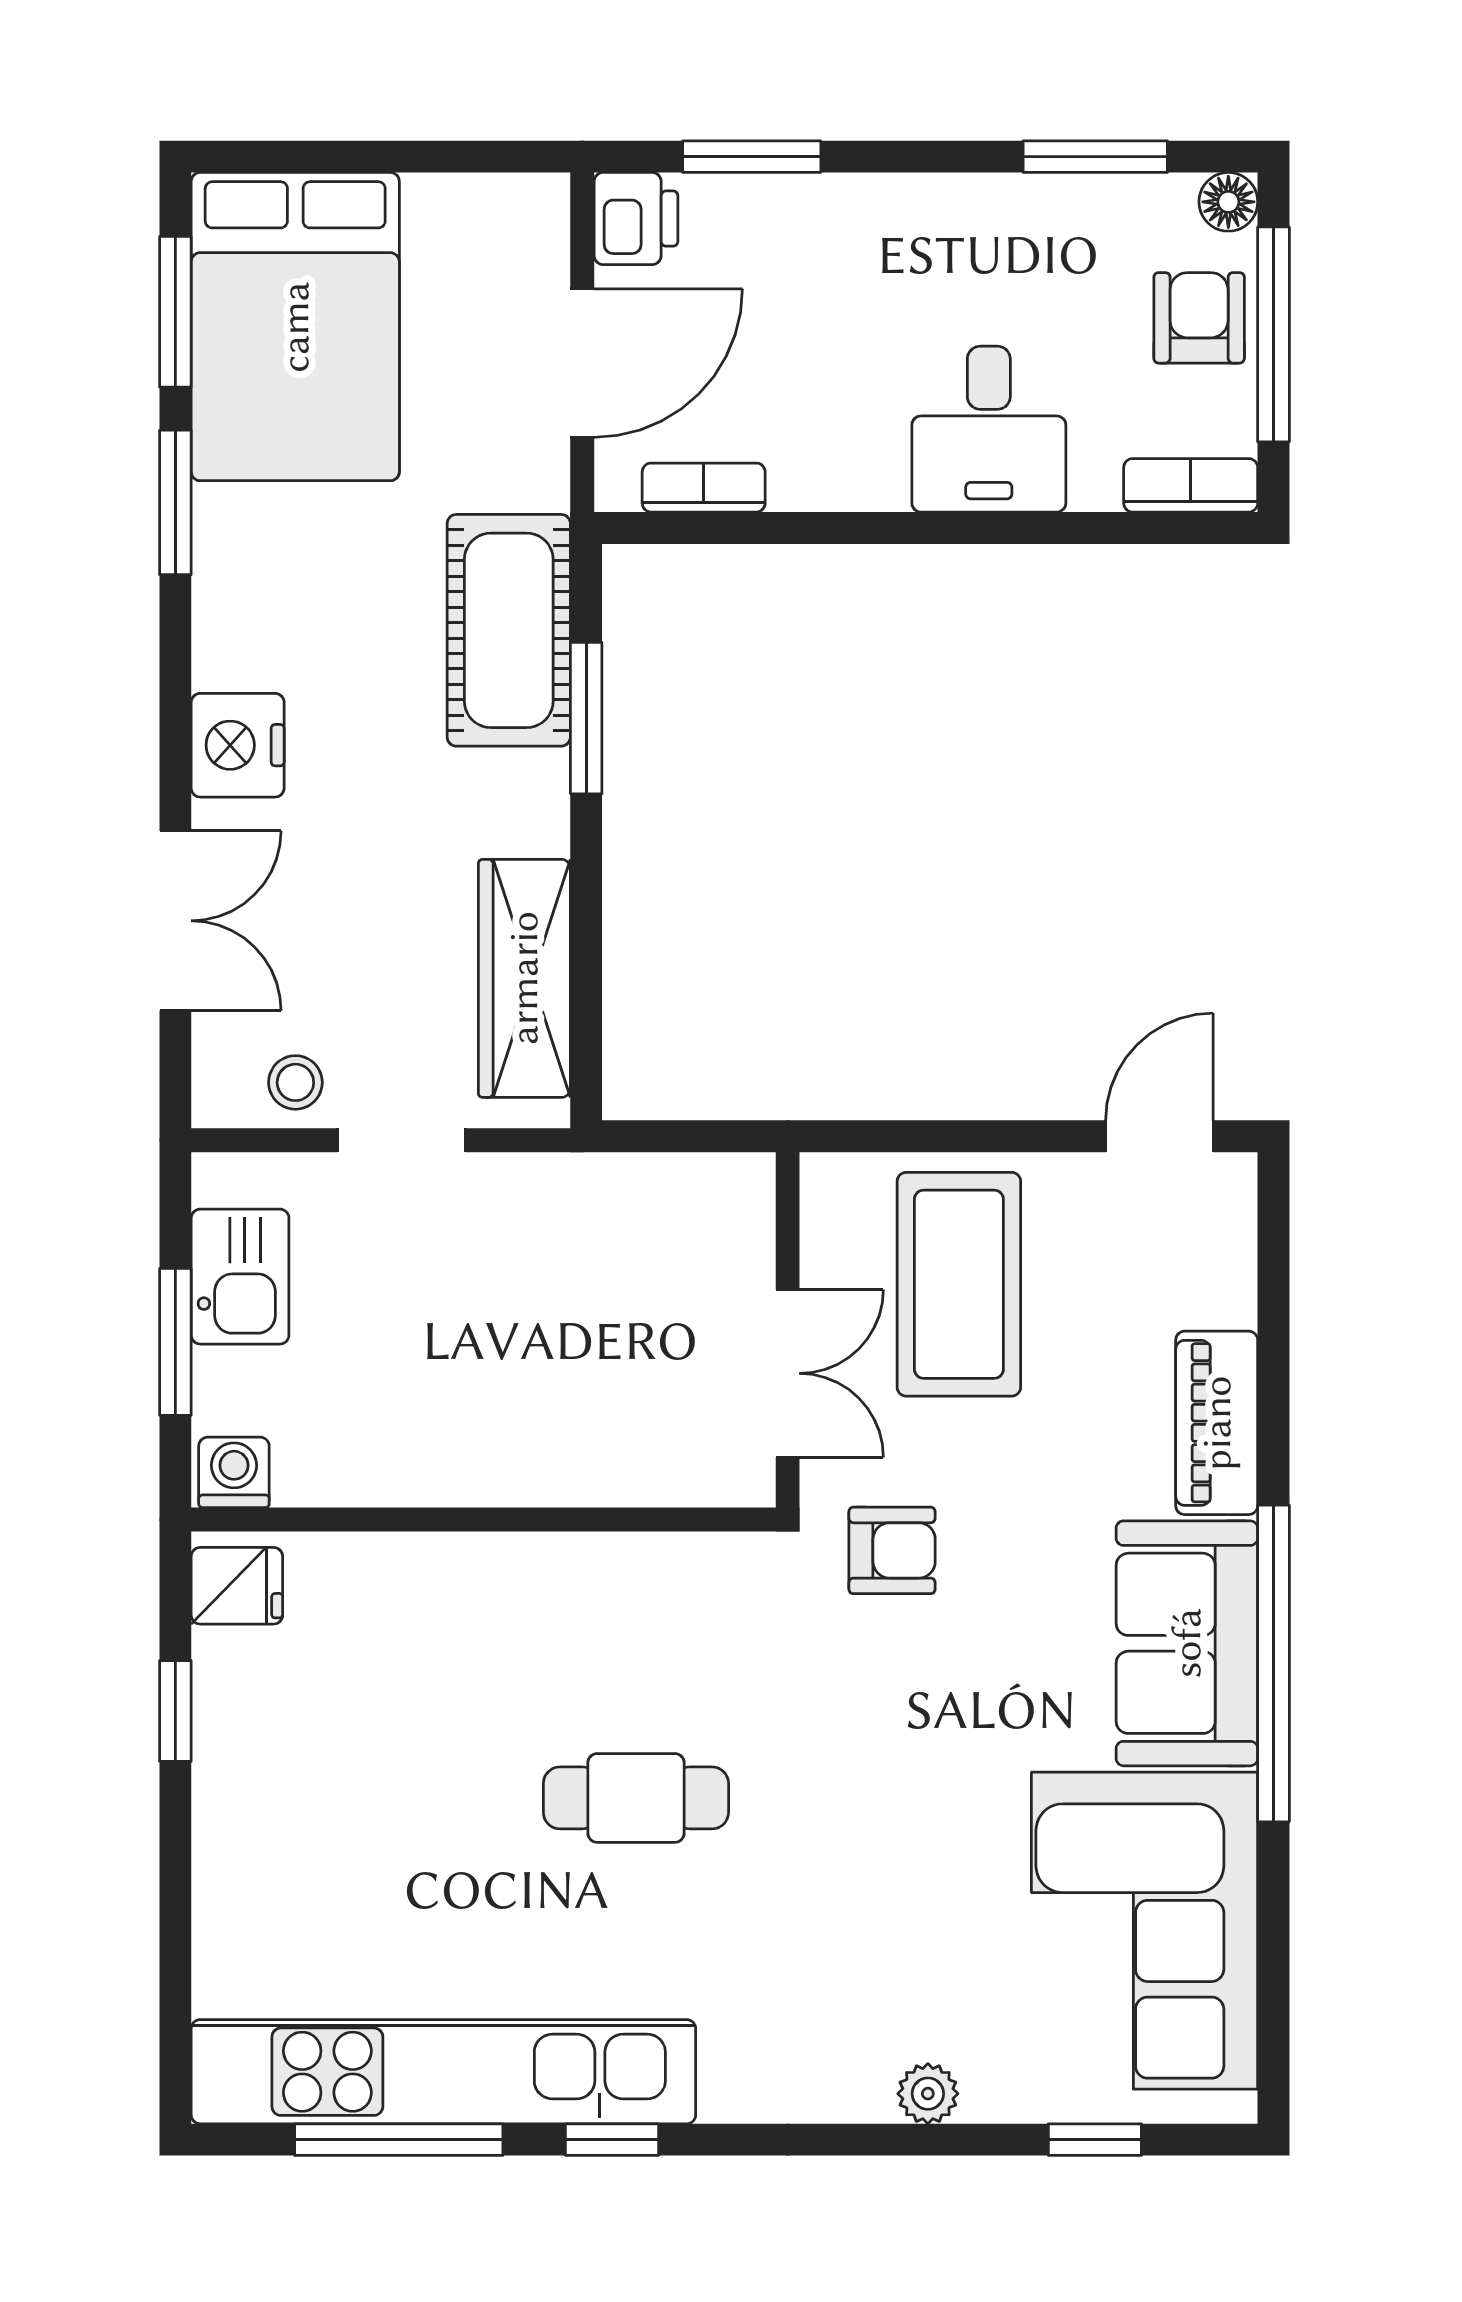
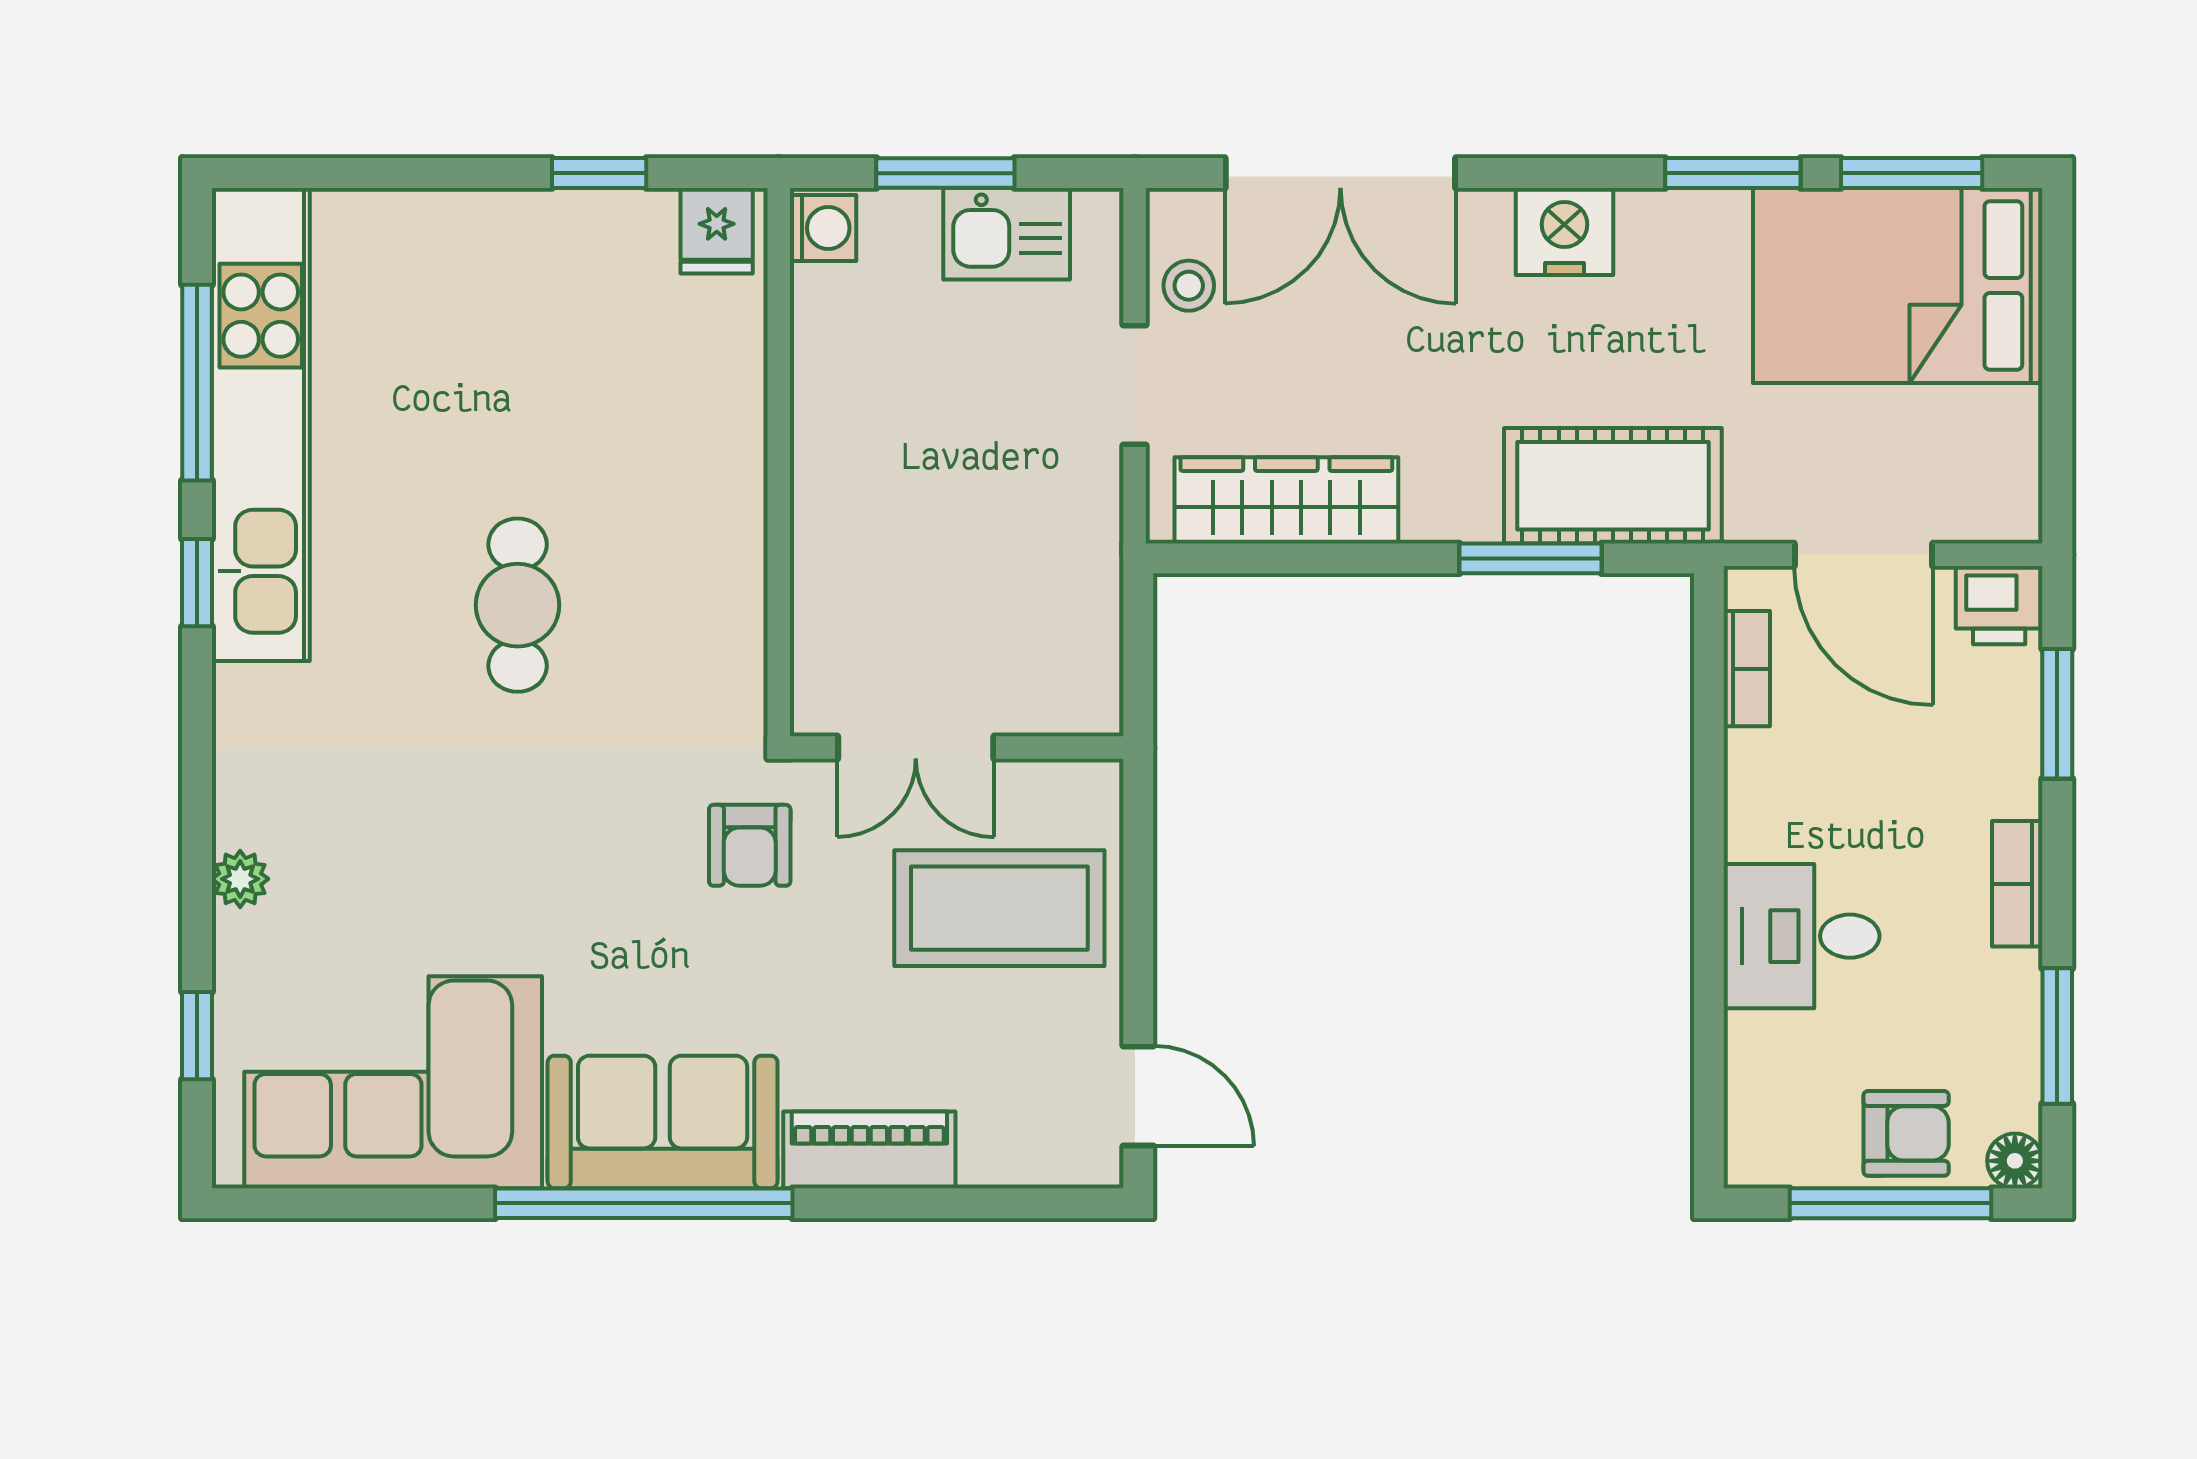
bookcase: (1191, 485) -> (2017, 884), moved, turned 180
nightstand: (238, 745) -> (1564, 231), moved
double door: (175, 921) -> (1340, 173), width x1.37

